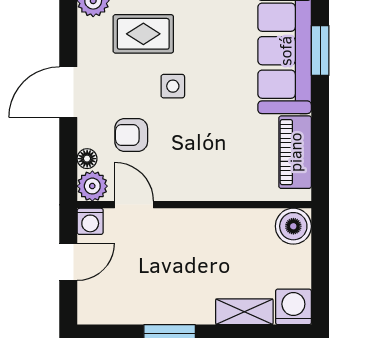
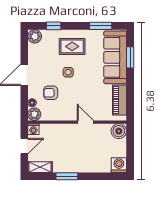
rug: (143, 34) -> (72, 46), moved
door: (134, 205) -> (85, 122), moved
shelving: (244, 312) -> (40, 167), moved

